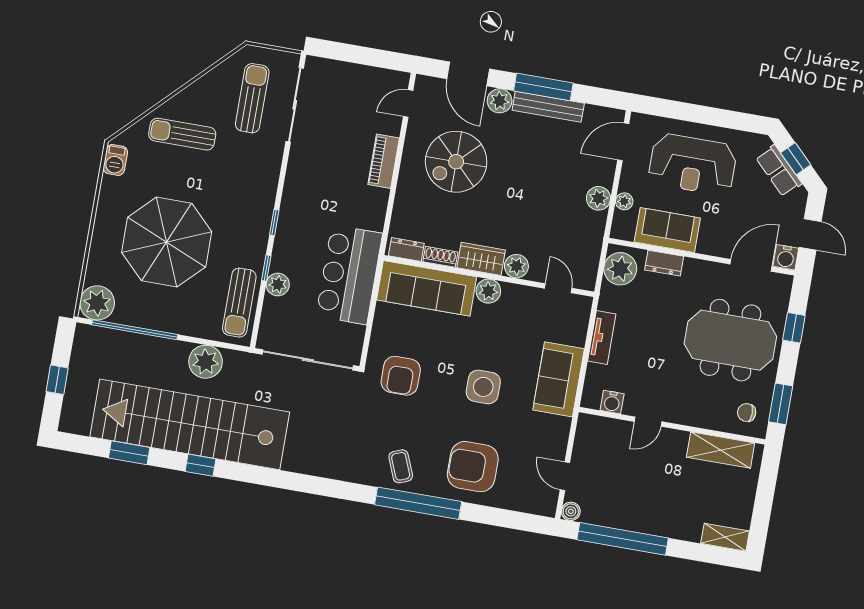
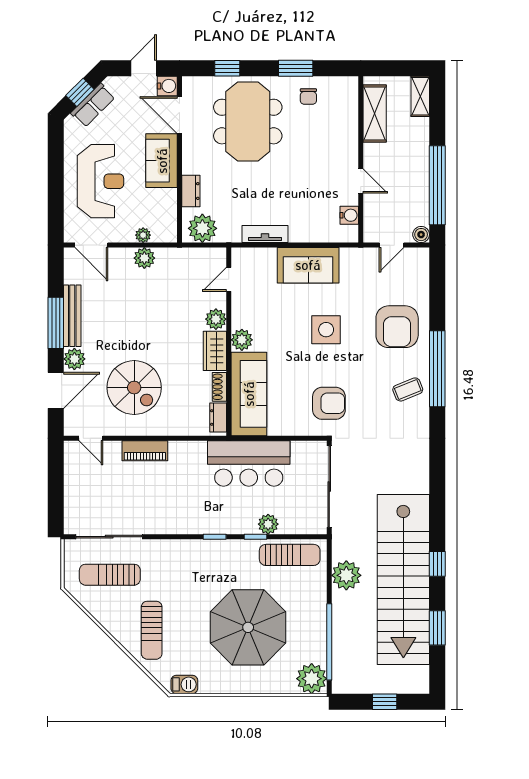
sofa: (667, 230) -> (162, 161), moved
water cooler: (612, 402) -> (349, 215), moved
door: (648, 422) -> (361, 181), moved
wall: (672, 426) -> (361, 159), moved
shelving: (721, 450) -> (375, 113), moved

